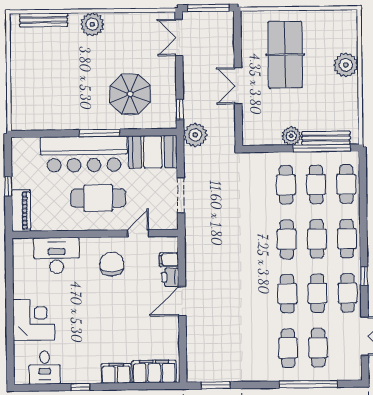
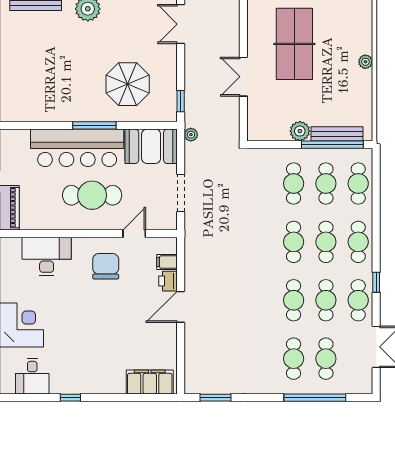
plant: (346, 65) -> (365, 62), width x0.53, depth x0.53
plant: (195, 135) -> (191, 135), width x0.53, depth x0.53
filing cabinet: (116, 373) -> (109, 383), removed

